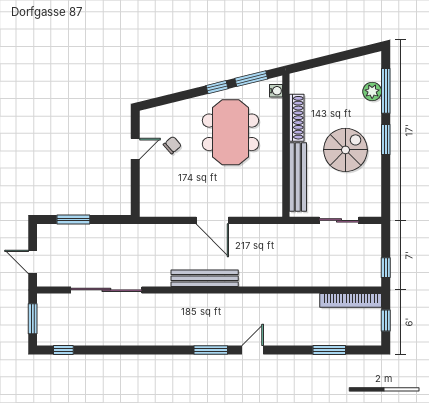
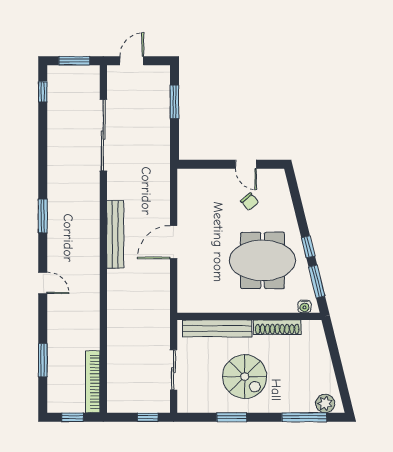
plant: (372, 91) -> (325, 403), moved
window: (386, 139) -> (232, 417), moved
window: (386, 268) -> (148, 417), moved
window: (211, 350) -> (43, 216), moved

